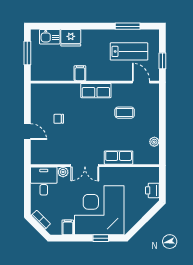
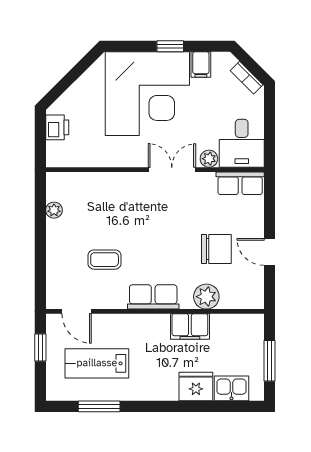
filing cabinet: (80, 73) -> (190, 327), width x2.00
plant: (65, 91) -> (206, 297), added
chair: (59, 119) -> (216, 249), width x1.87, depth x1.87
door: (27, 132) -> (270, 252), moved
row of seats: (119, 158) -> (240, 183), moved
window: (101, 238) -> (170, 46), moved

